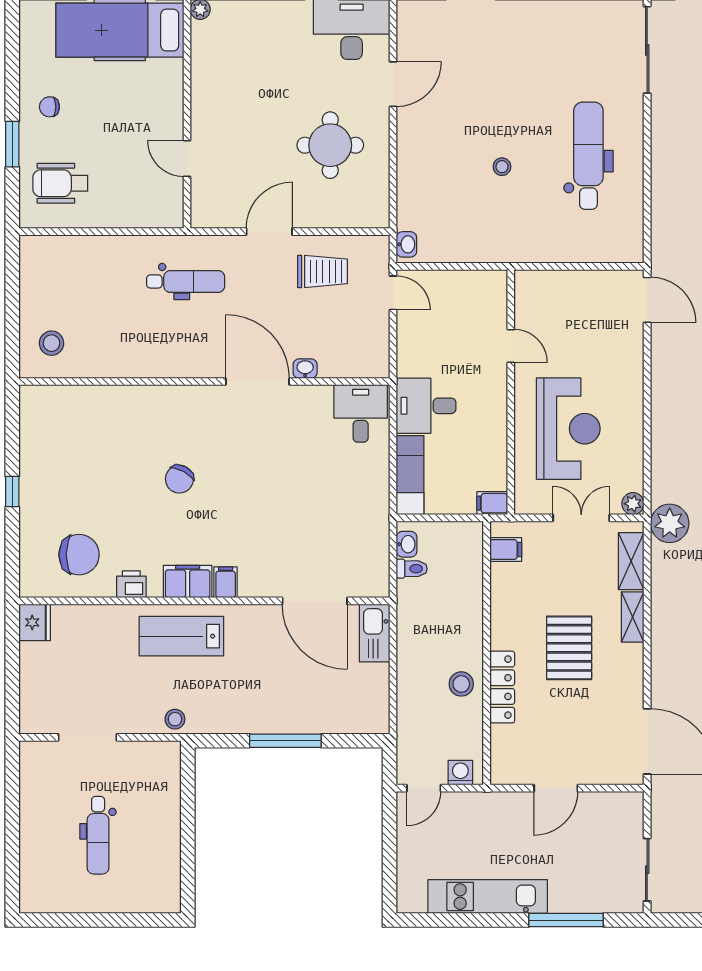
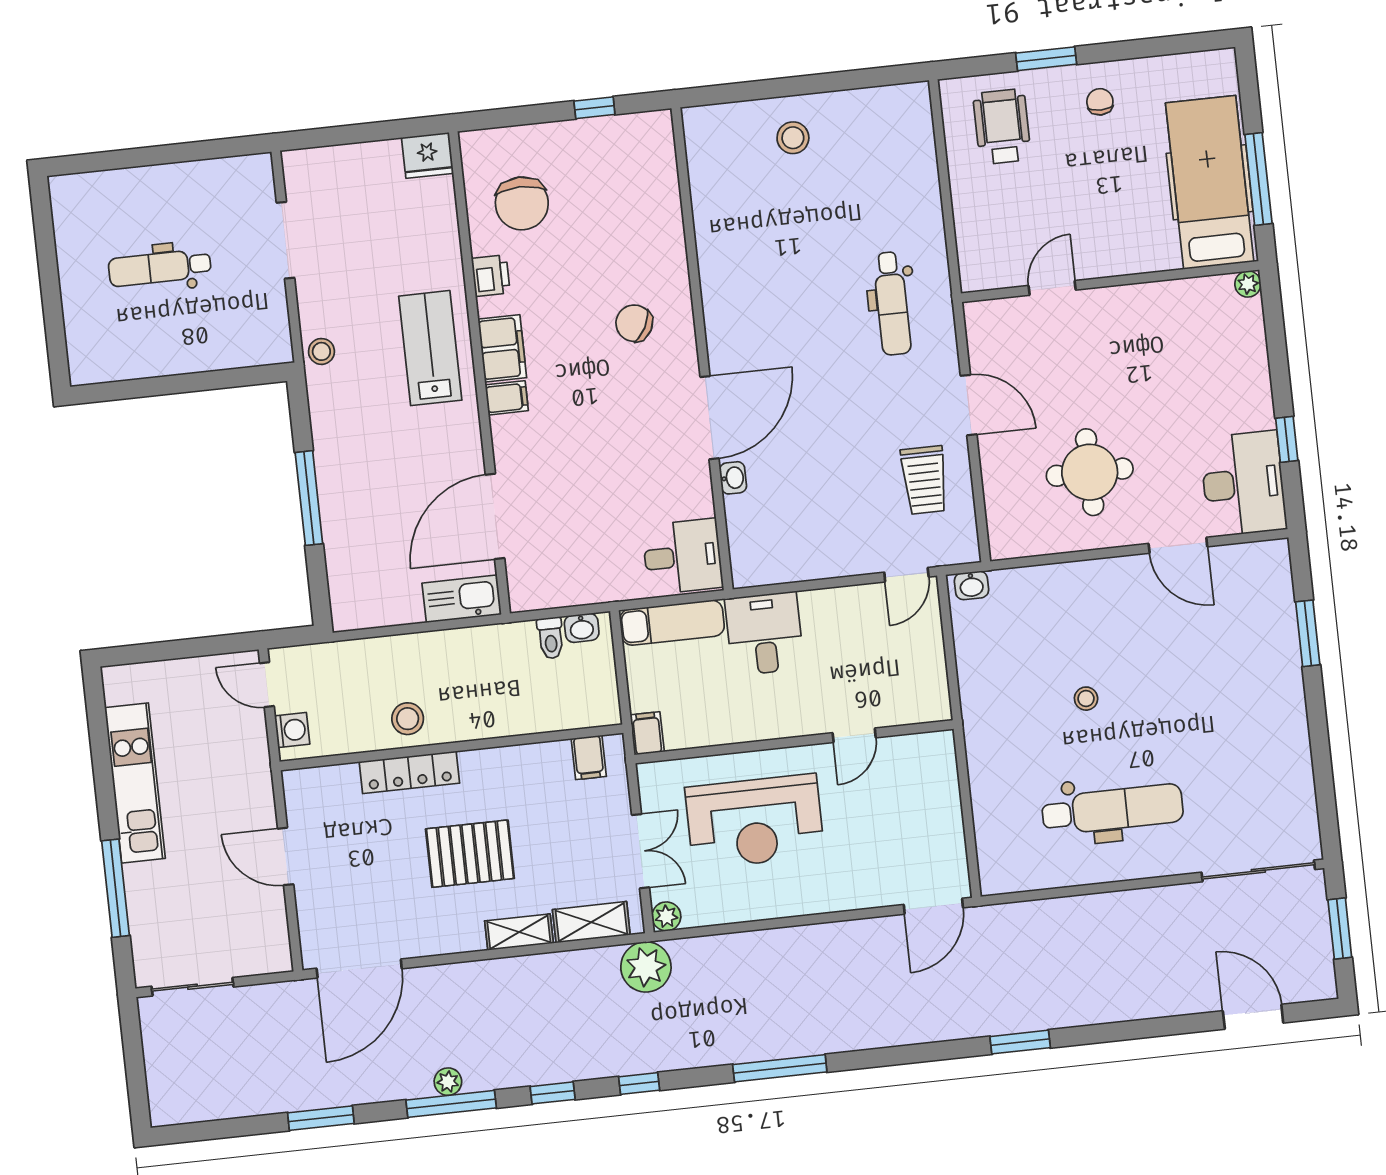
washbasin: (305, 369) -> (733, 478), moved
wall: (204, 381) -> (702, 349), moved
door: (257, 381) -> (710, 418), moved
desk: (361, 413) -> (683, 556), moved

